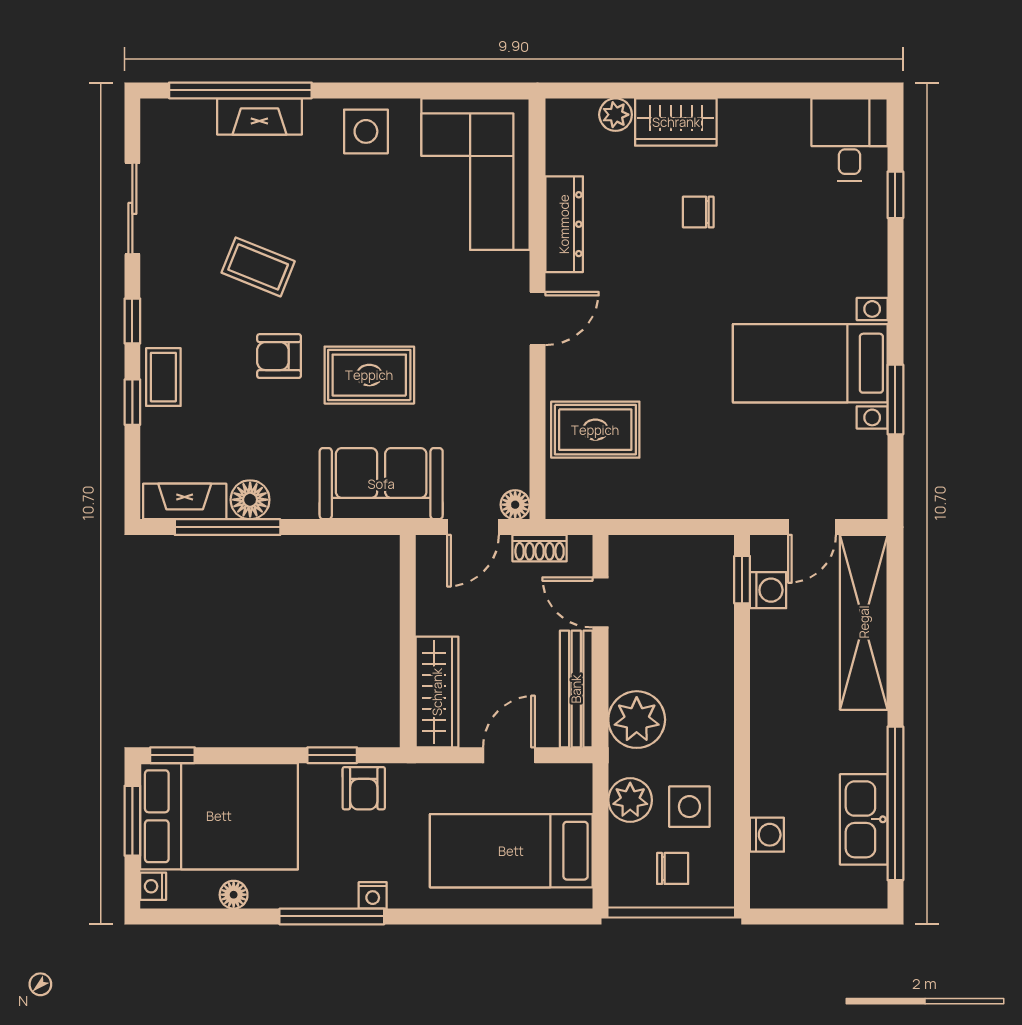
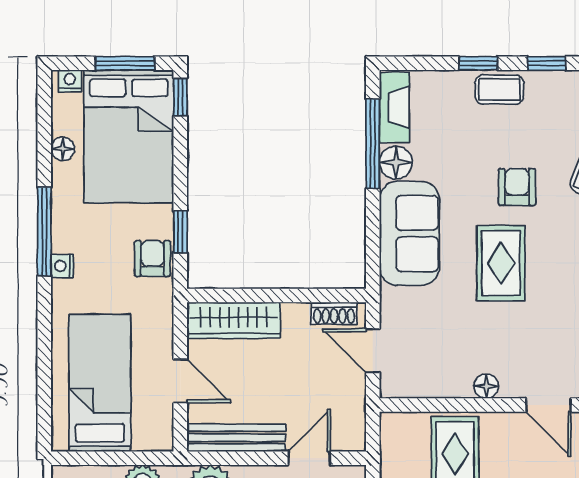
sofa: (381, 484) -> (409, 234), moved
floor lamp: (515, 505) -> (486, 386), moved
shoe rack: (540, 548) -> (334, 313), moved, turned -90
armchair: (364, 788) -> (152, 258), turned 90

